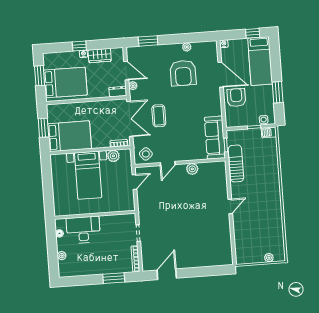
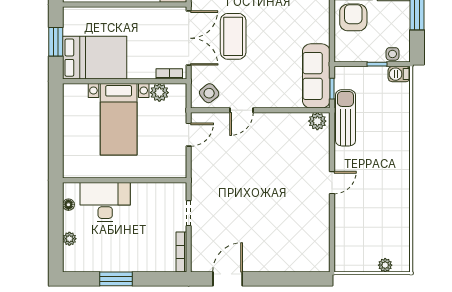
coffee table: (159, 116) -> (233, 36), width x1.36, depth x1.32
plant: (192, 169) -> (317, 121), moved
window: (114, 278) -> (116, 279), moved

